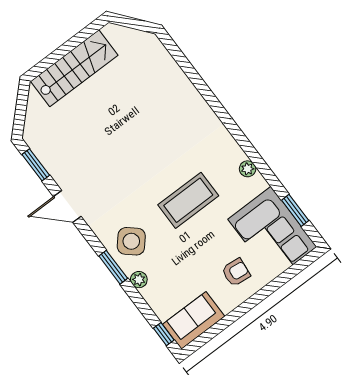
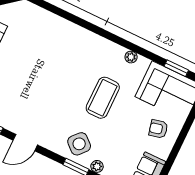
armchair: (236, 272) -> (158, 129), turned -109

